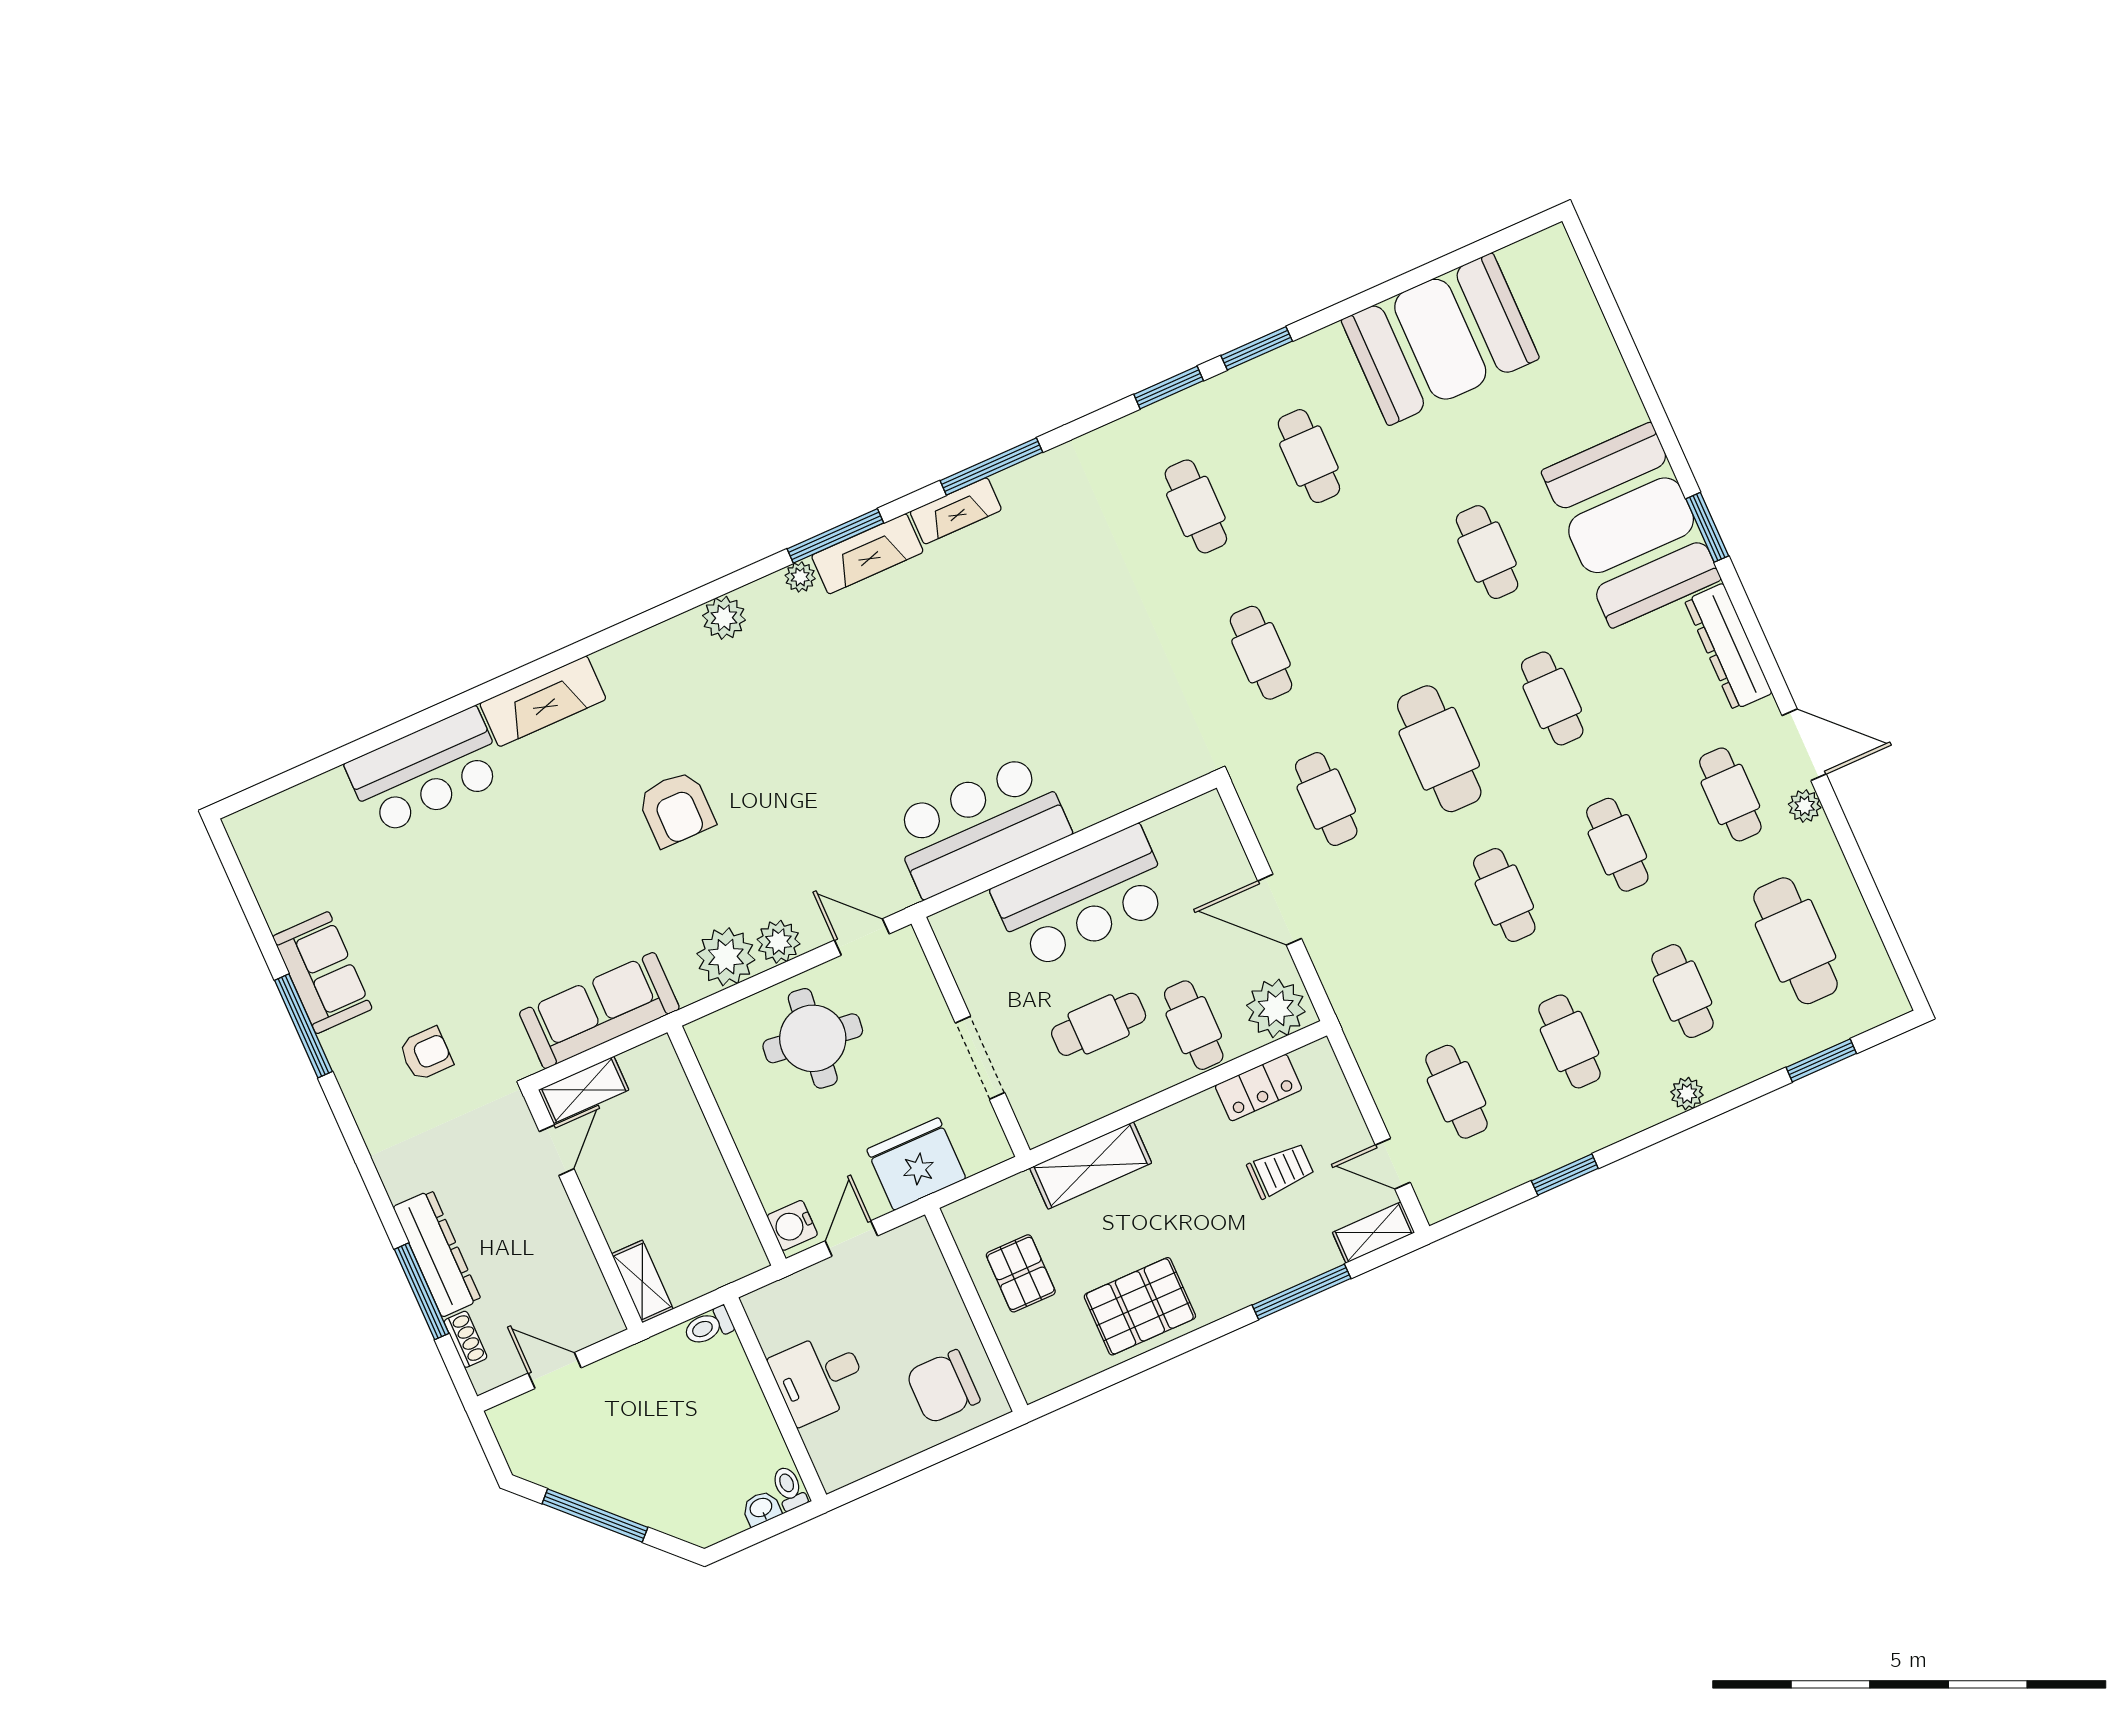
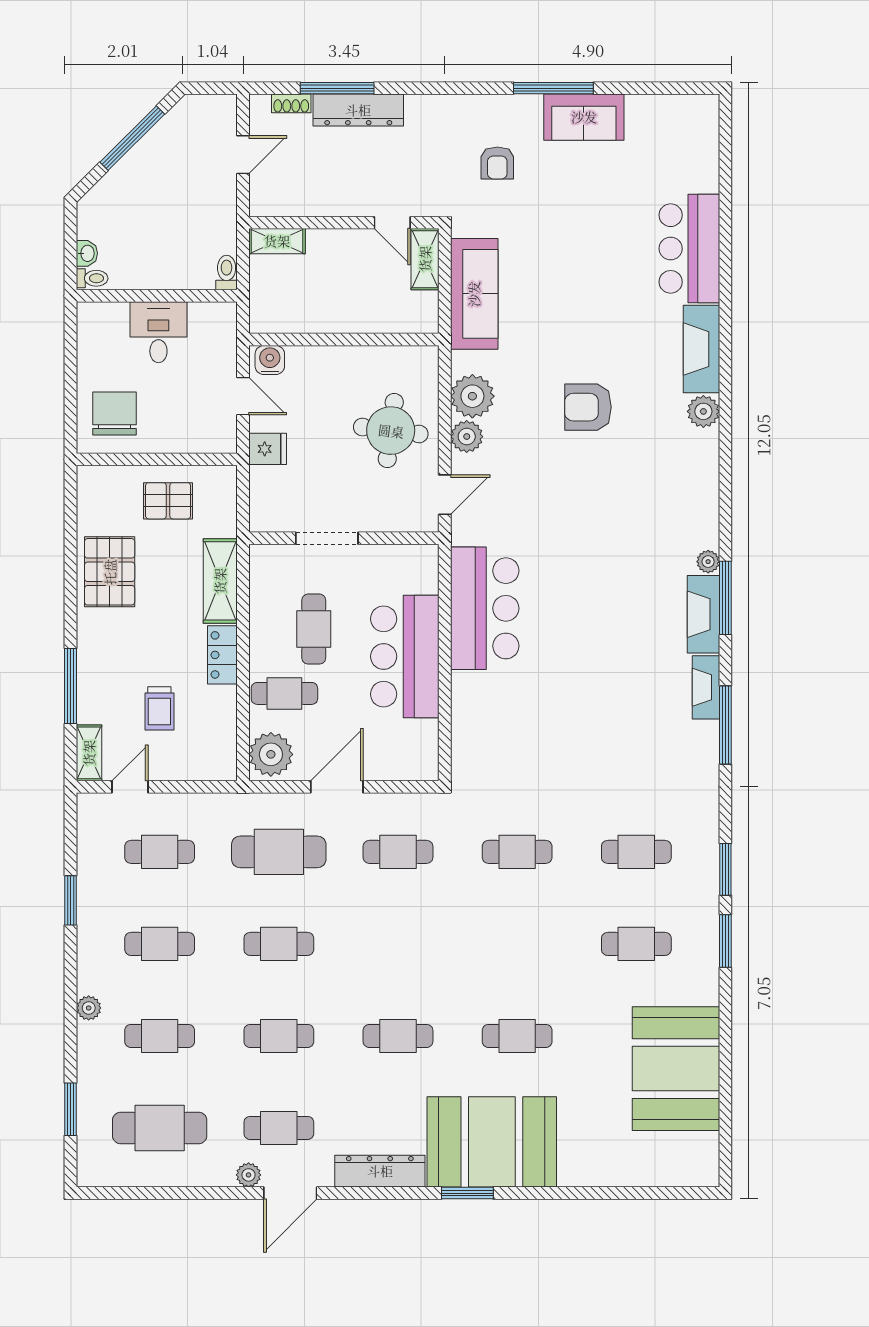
plant: (724, 618) -> (703, 411), moved
cafe table: (1439, 749) -> (279, 852), moved
locker: (1259, 1088) -> (222, 655), moved
fridge: (916, 1164) -> (268, 449), width x0.53, depth x0.75

